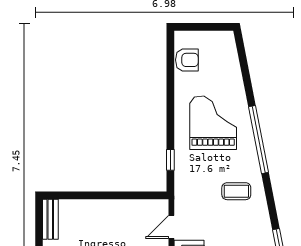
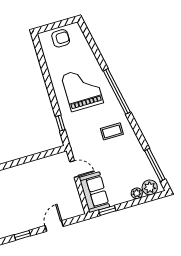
armchair: (187, 60) -> (61, 38), moved
door: (171, 227) -> (74, 169), swing flipped

